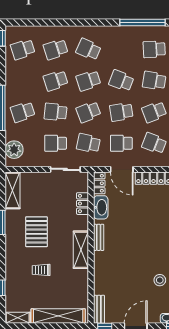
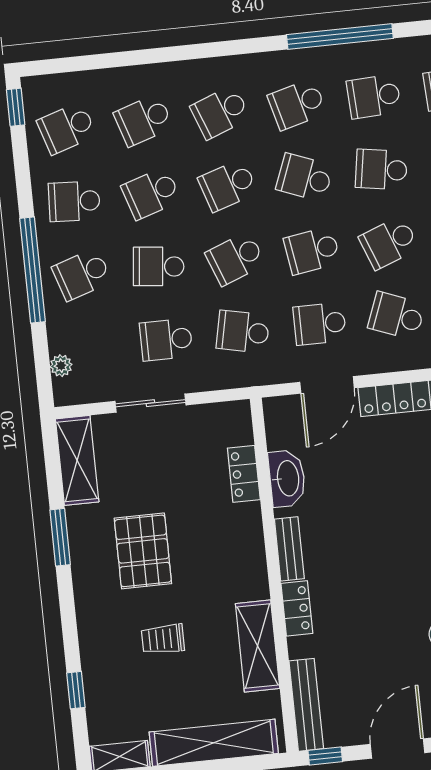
school desk: (88, 49) -> (220, 112), turned -45
school desk: (121, 49) -> (297, 104), added
school desk: (23, 81) -> (74, 201), added
plant: (14, 150) -> (61, 366), width x0.53, depth x0.53
sliding door: (65, 169) -> (150, 403), moved
door: (122, 169) -> (327, 385), hinge flipped
locker: (99, 183) -> (297, 608), moved
shelving: (81, 250) -> (258, 646), moved
bench: (99, 309) -> (306, 705), width x1.36

